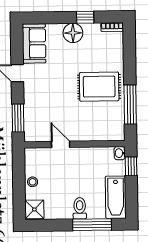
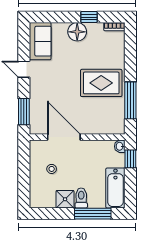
door: (61, 144) -> (64, 137), width x1.87
stool: (33, 182) -> (52, 169), moved
shower: (34, 209) -> (65, 199), moved

